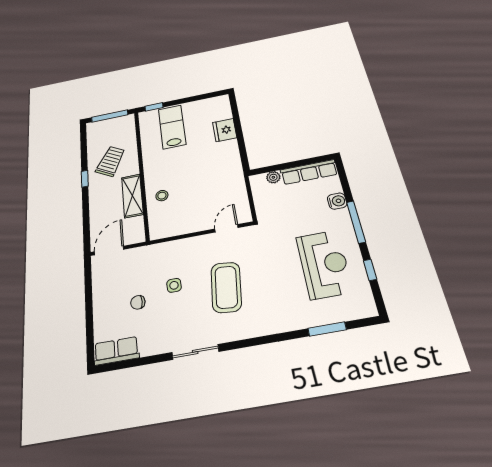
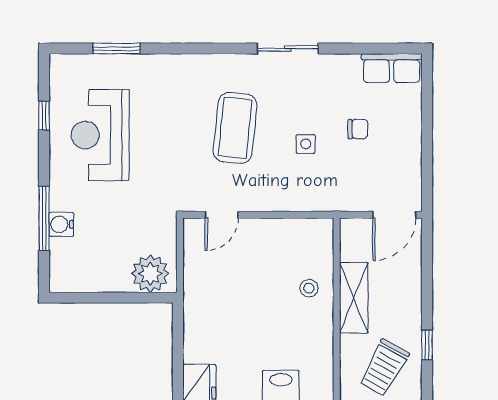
row of seats: (309, 172) -> (89, 280), removed
plant: (273, 177) -> (150, 274), width x1.88, depth x1.88
window: (356, 222) -> (44, 218), moved

